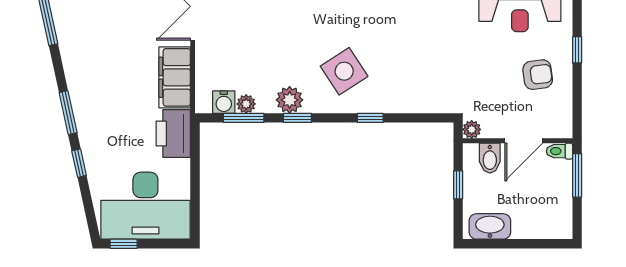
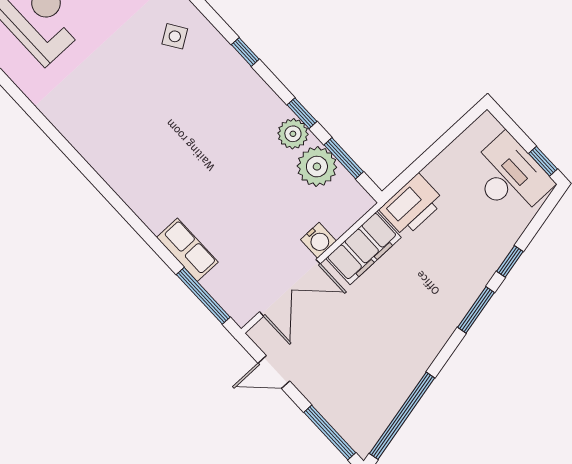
side table: (344, 71) -> (175, 36), moved, width x0.54, depth x0.54
water cooler: (224, 102) -> (318, 240), moved, turned 90
plant: (246, 104) -> (317, 167), width x1.88, depth x1.88
desk: (145, 206) -> (510, 176), width x0.73, depth x0.77

